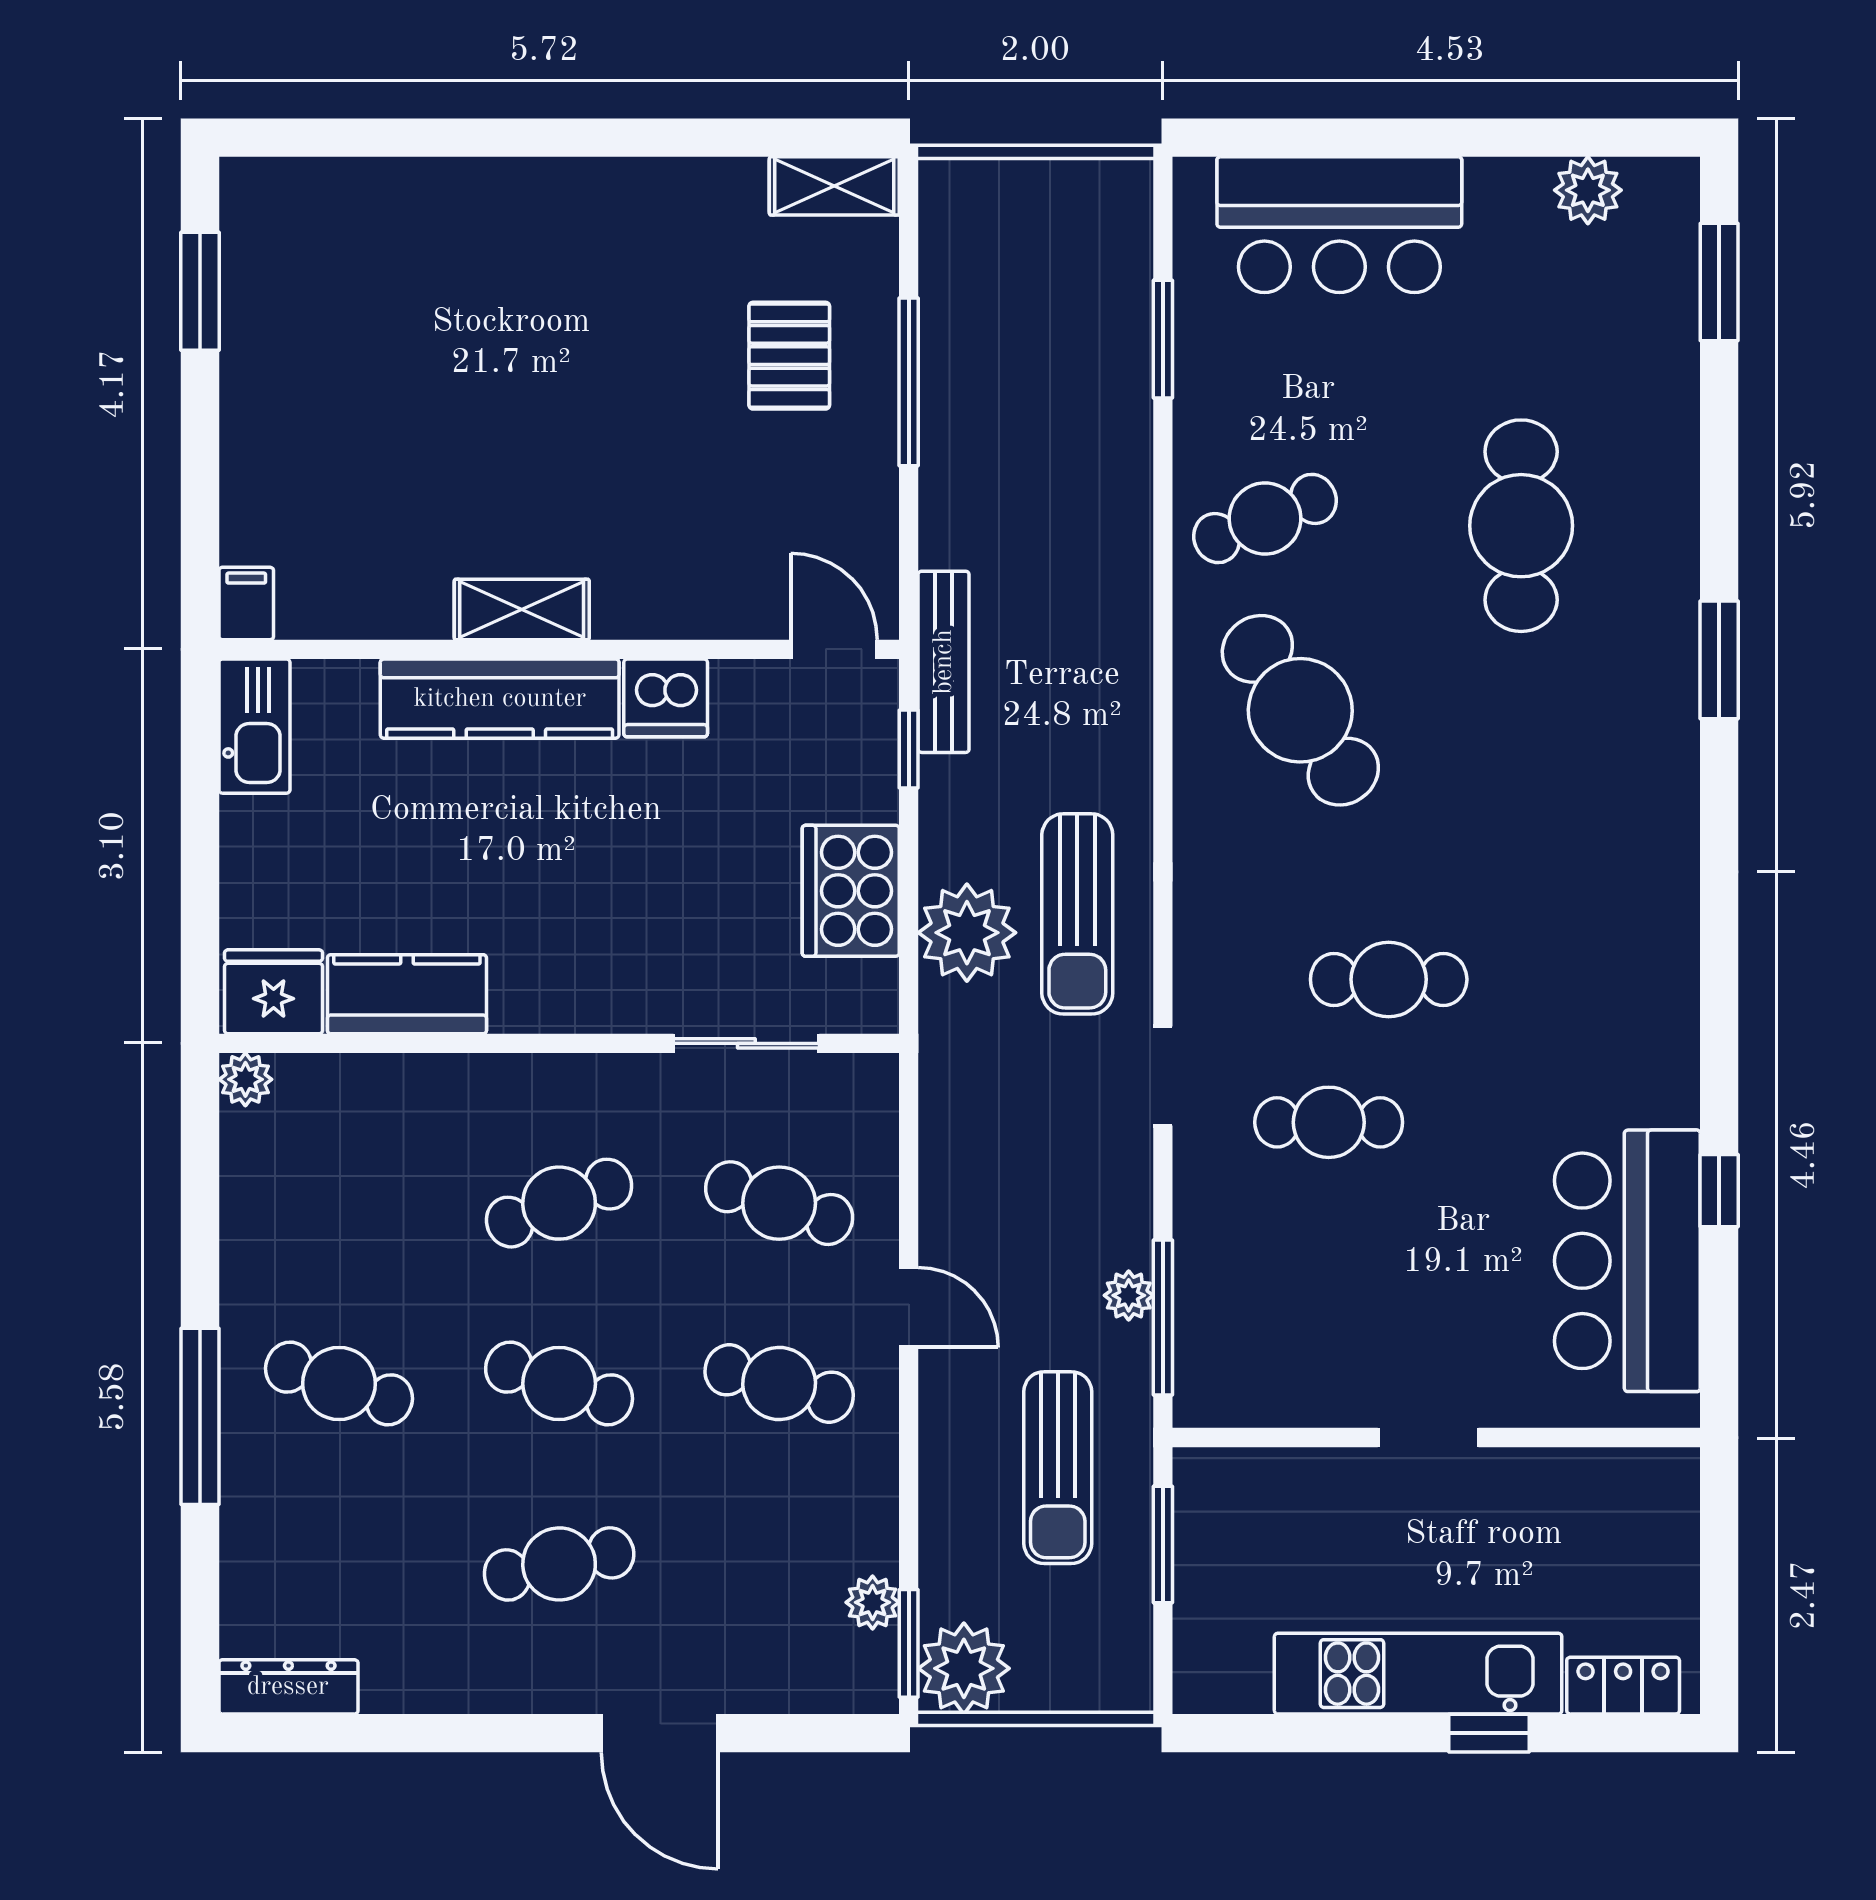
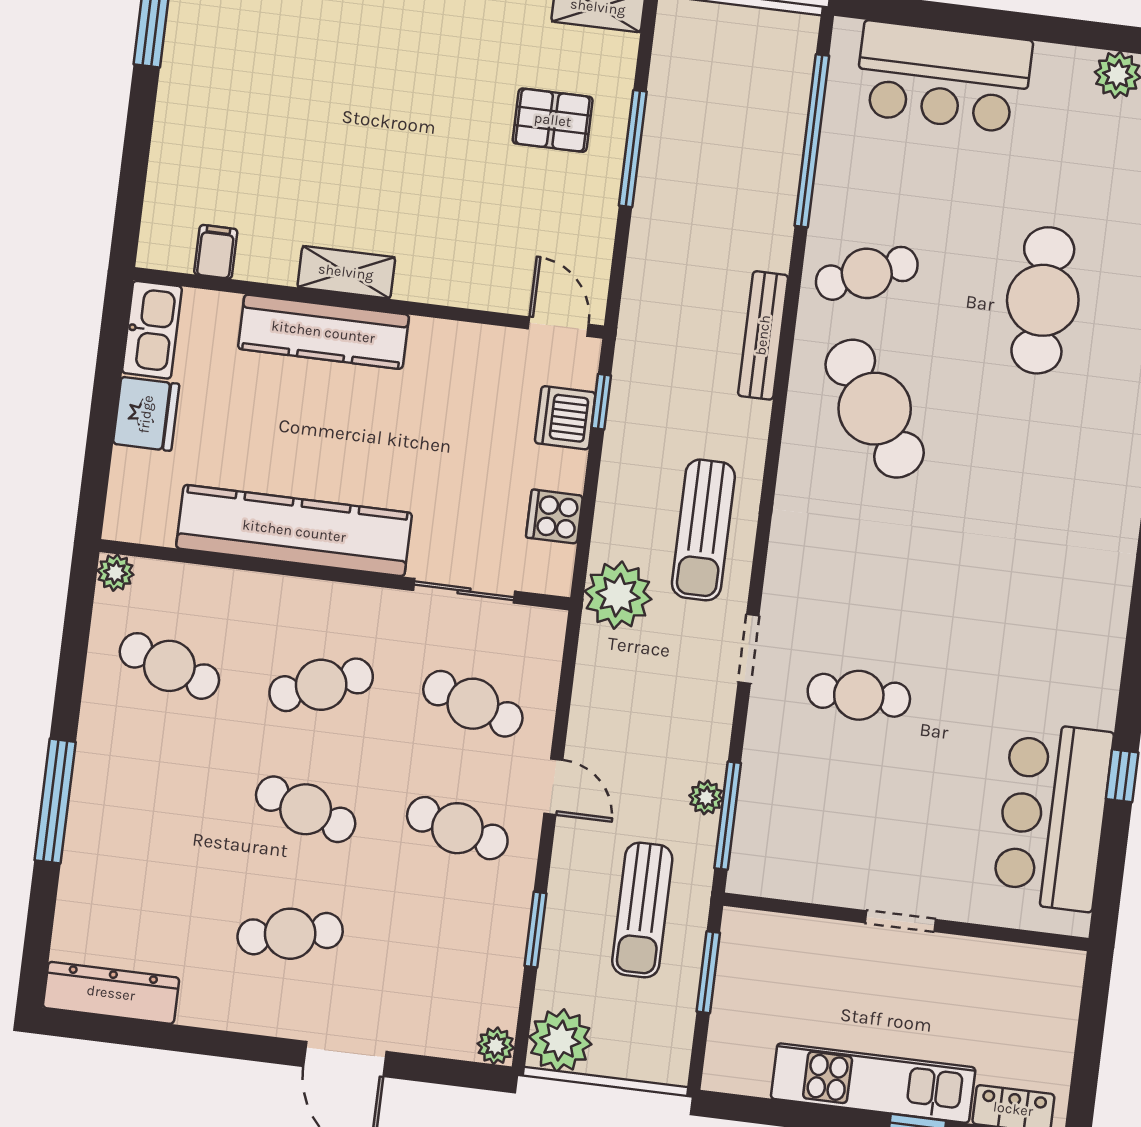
window: (1163, 339) -> (812, 141), width x2.11
pallet: (789, 356) -> (553, 120), turned 90
filing cabinet: (246, 603) -> (216, 252), moved
bench: (944, 662) -> (763, 335), moved
dishwasher: (666, 698) -> (565, 418), moved, turned 90
cooker: (851, 891) -> (554, 517), width x0.53, depth x0.76
plant: (967, 933) -> (618, 595), moved
cafe table: (1389, 979) -> (912, 602), removed
fridge: (274, 992) -> (146, 414), moved, turned 90
kitchen counter: (407, 994) -> (294, 531), width x2.08, depth x1.17
cafe table: (339, 1384) -> (169, 666), moved
plant: (873, 1602) -> (496, 1046), moved
window: (909, 1643) -> (535, 930), moved
dresser: (288, 1687) -> (111, 993), width x1.37, depth x1.24

